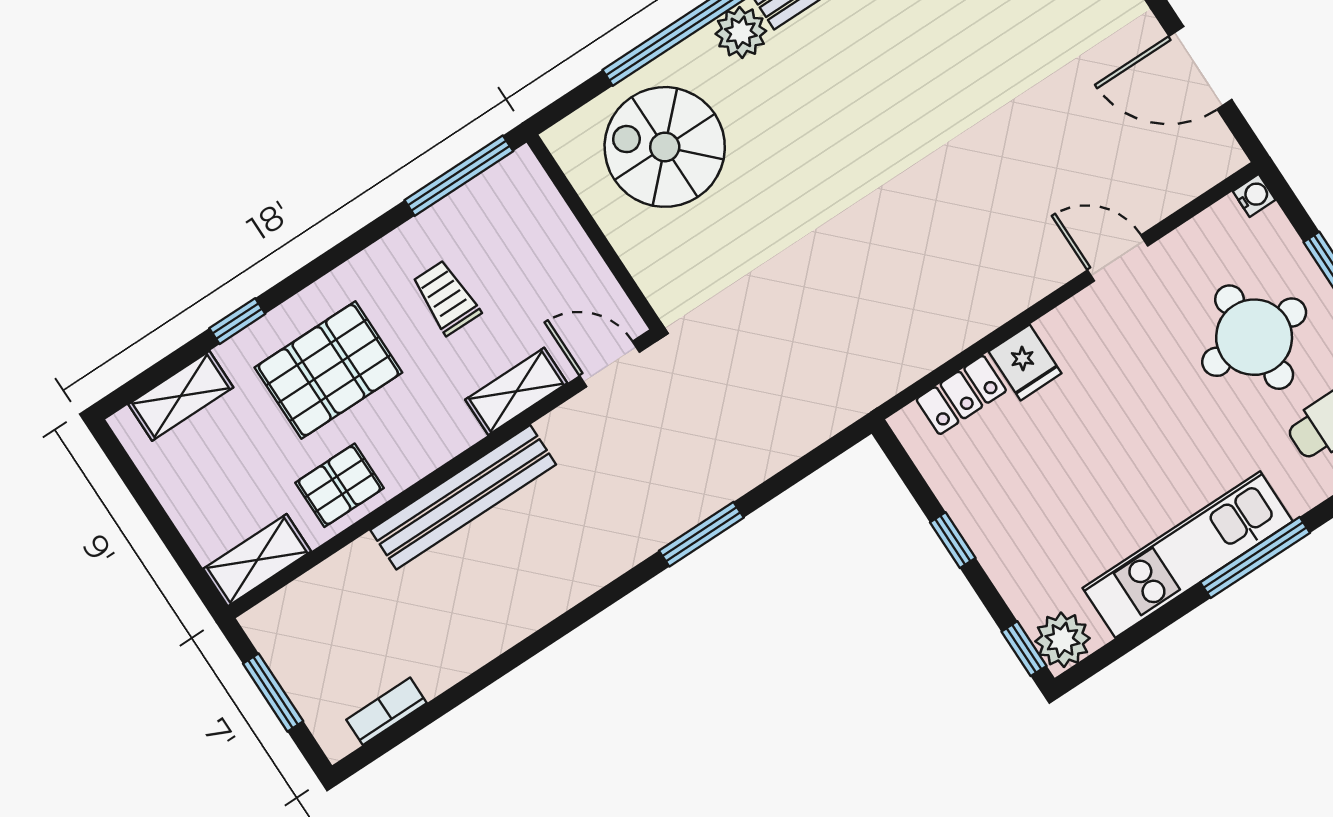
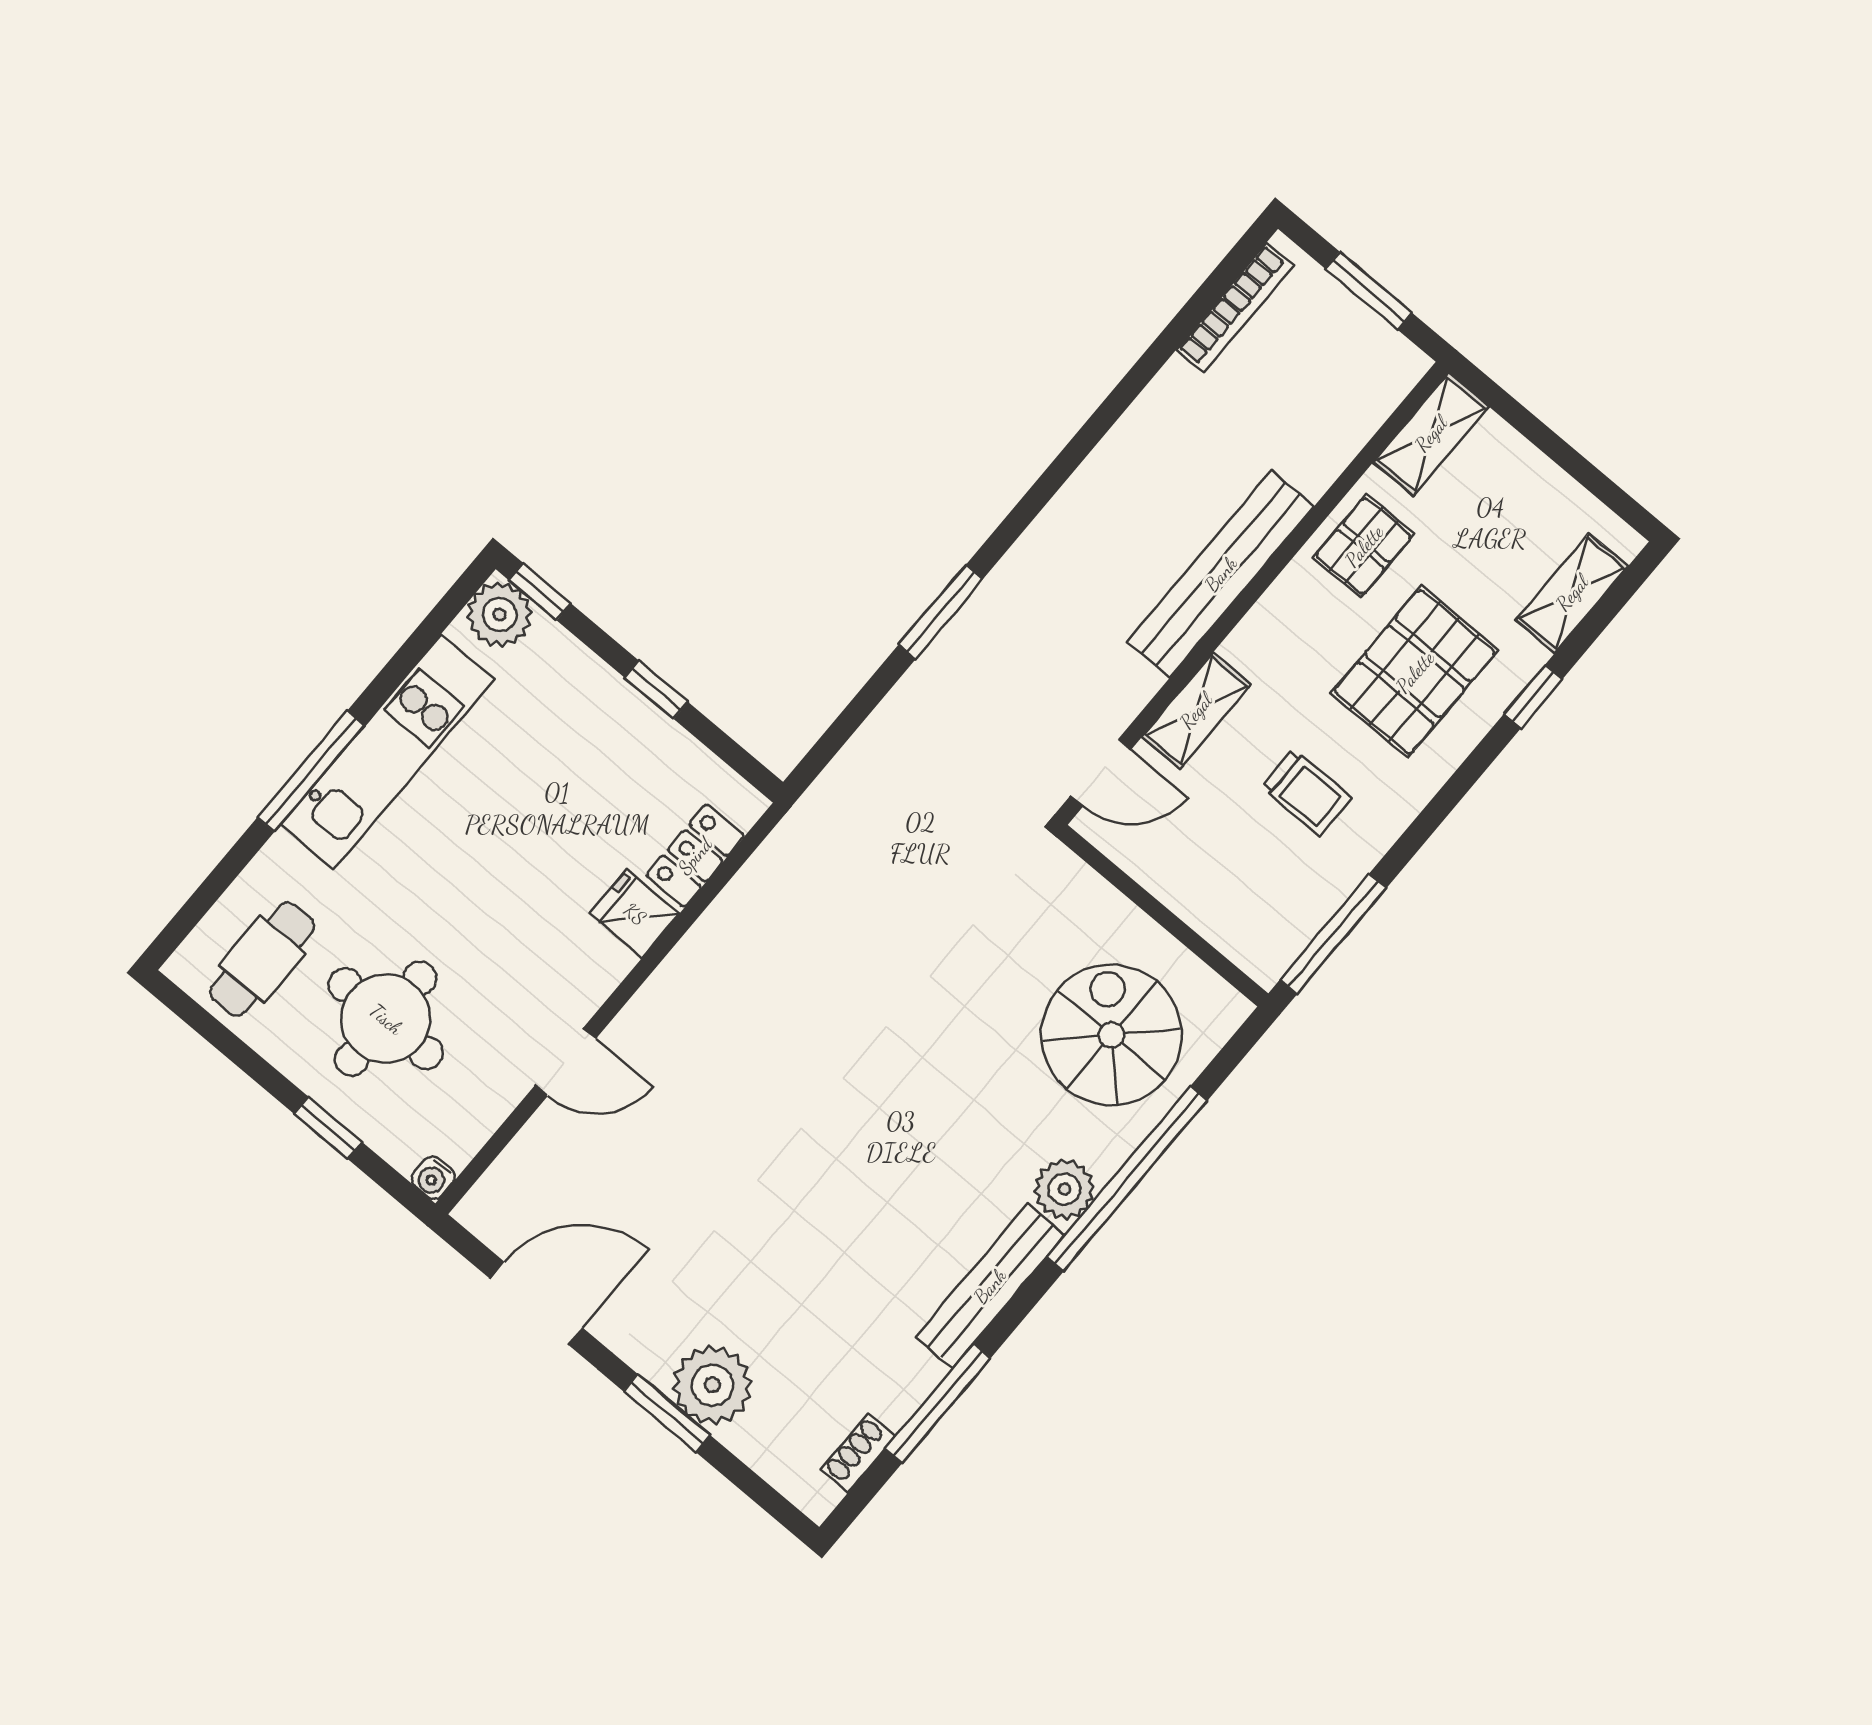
spiral stairs: (665, 147) -> (1112, 1035), turned -90
bookcase: (387, 711) -> (1235, 308), width x1.56

